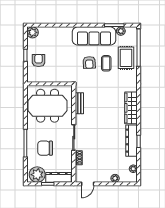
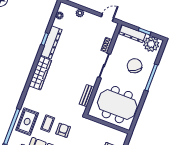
chair: (45, 148) -> (135, 66), turned -122

